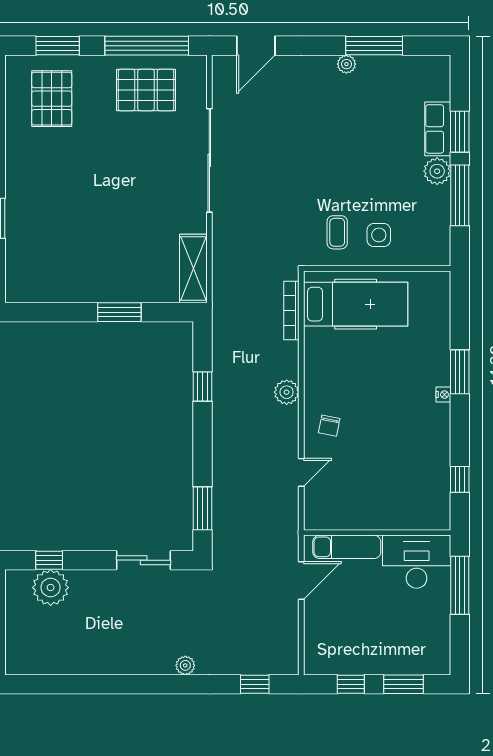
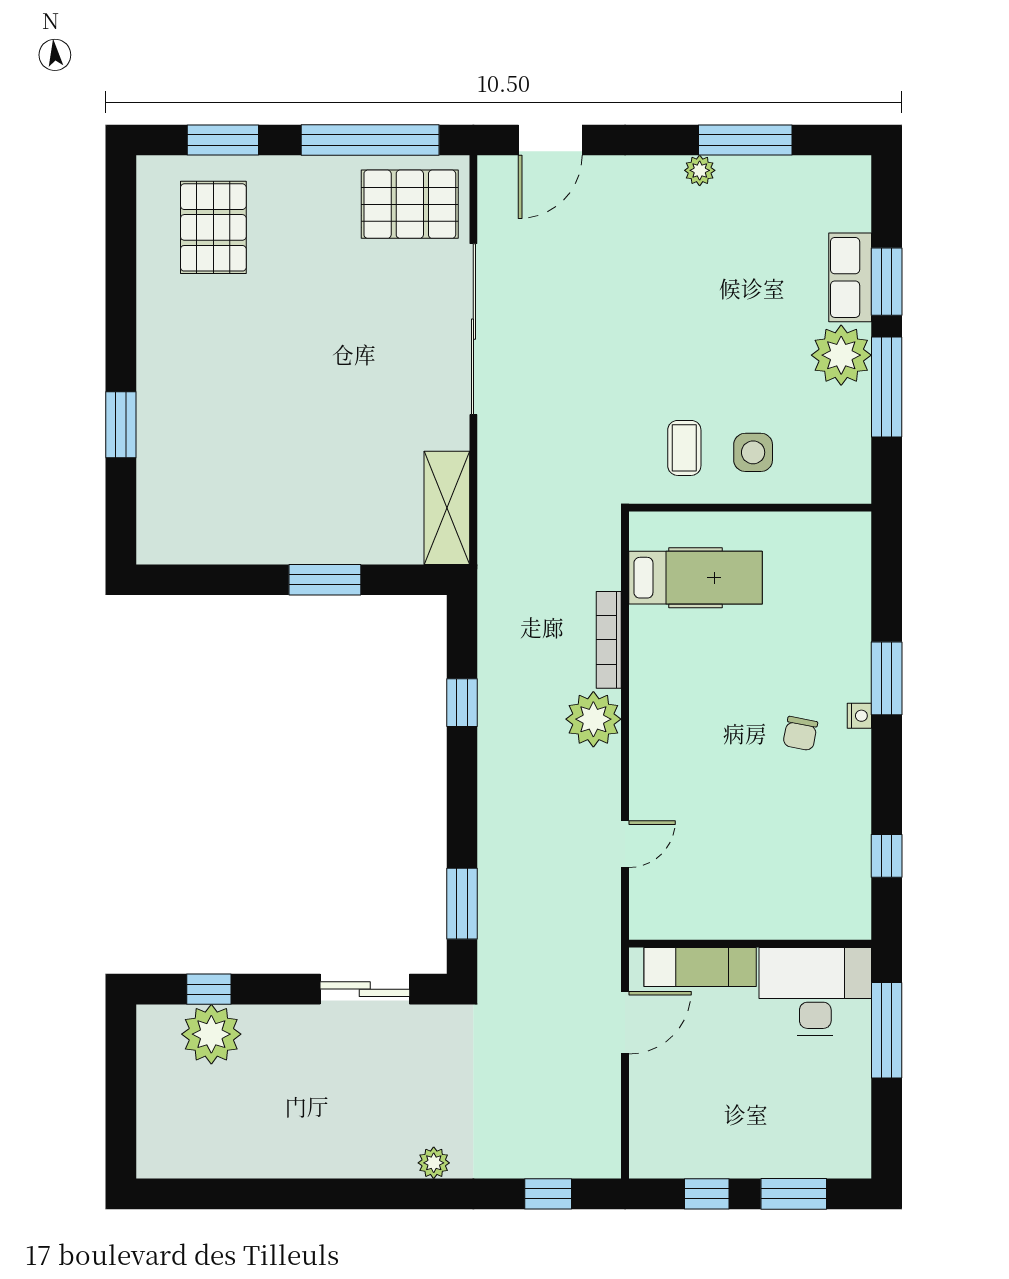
pallet: (146, 90) -> (410, 204), moved
plant: (437, 171) -> (841, 355), width x1.36, depth x1.36
hospital bed: (356, 304) -> (695, 578), width x0.73, depth x0.78
bookcase: (291, 311) -> (609, 640), moved
plant: (287, 392) -> (593, 719), width x1.36, depth x1.36
chair: (329, 426) -> (800, 734), moved

